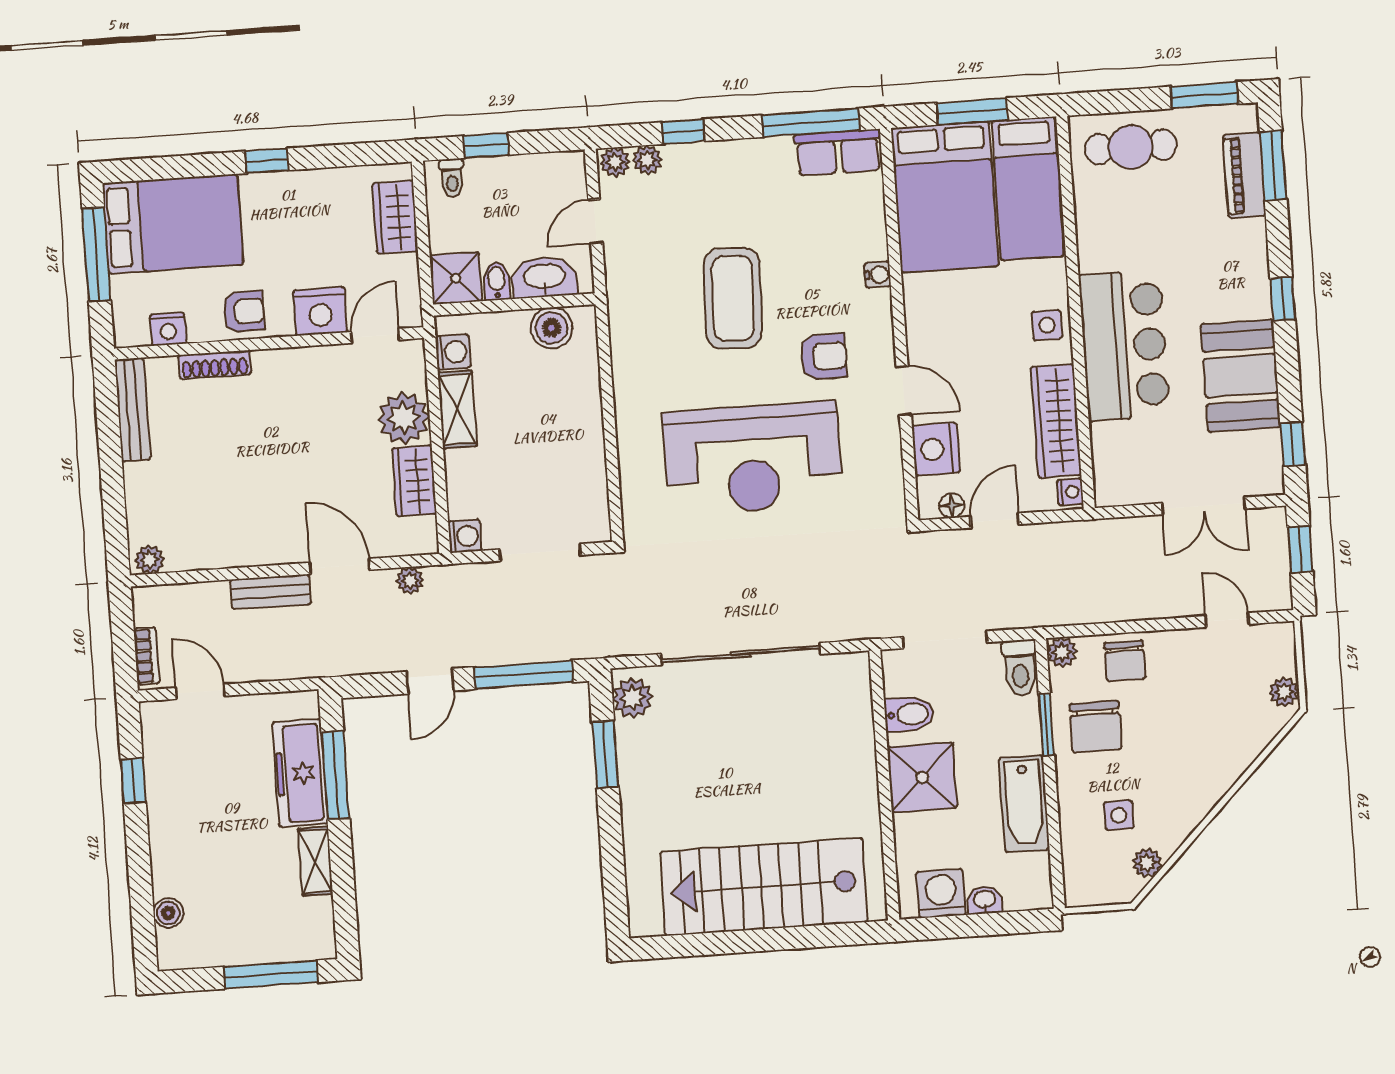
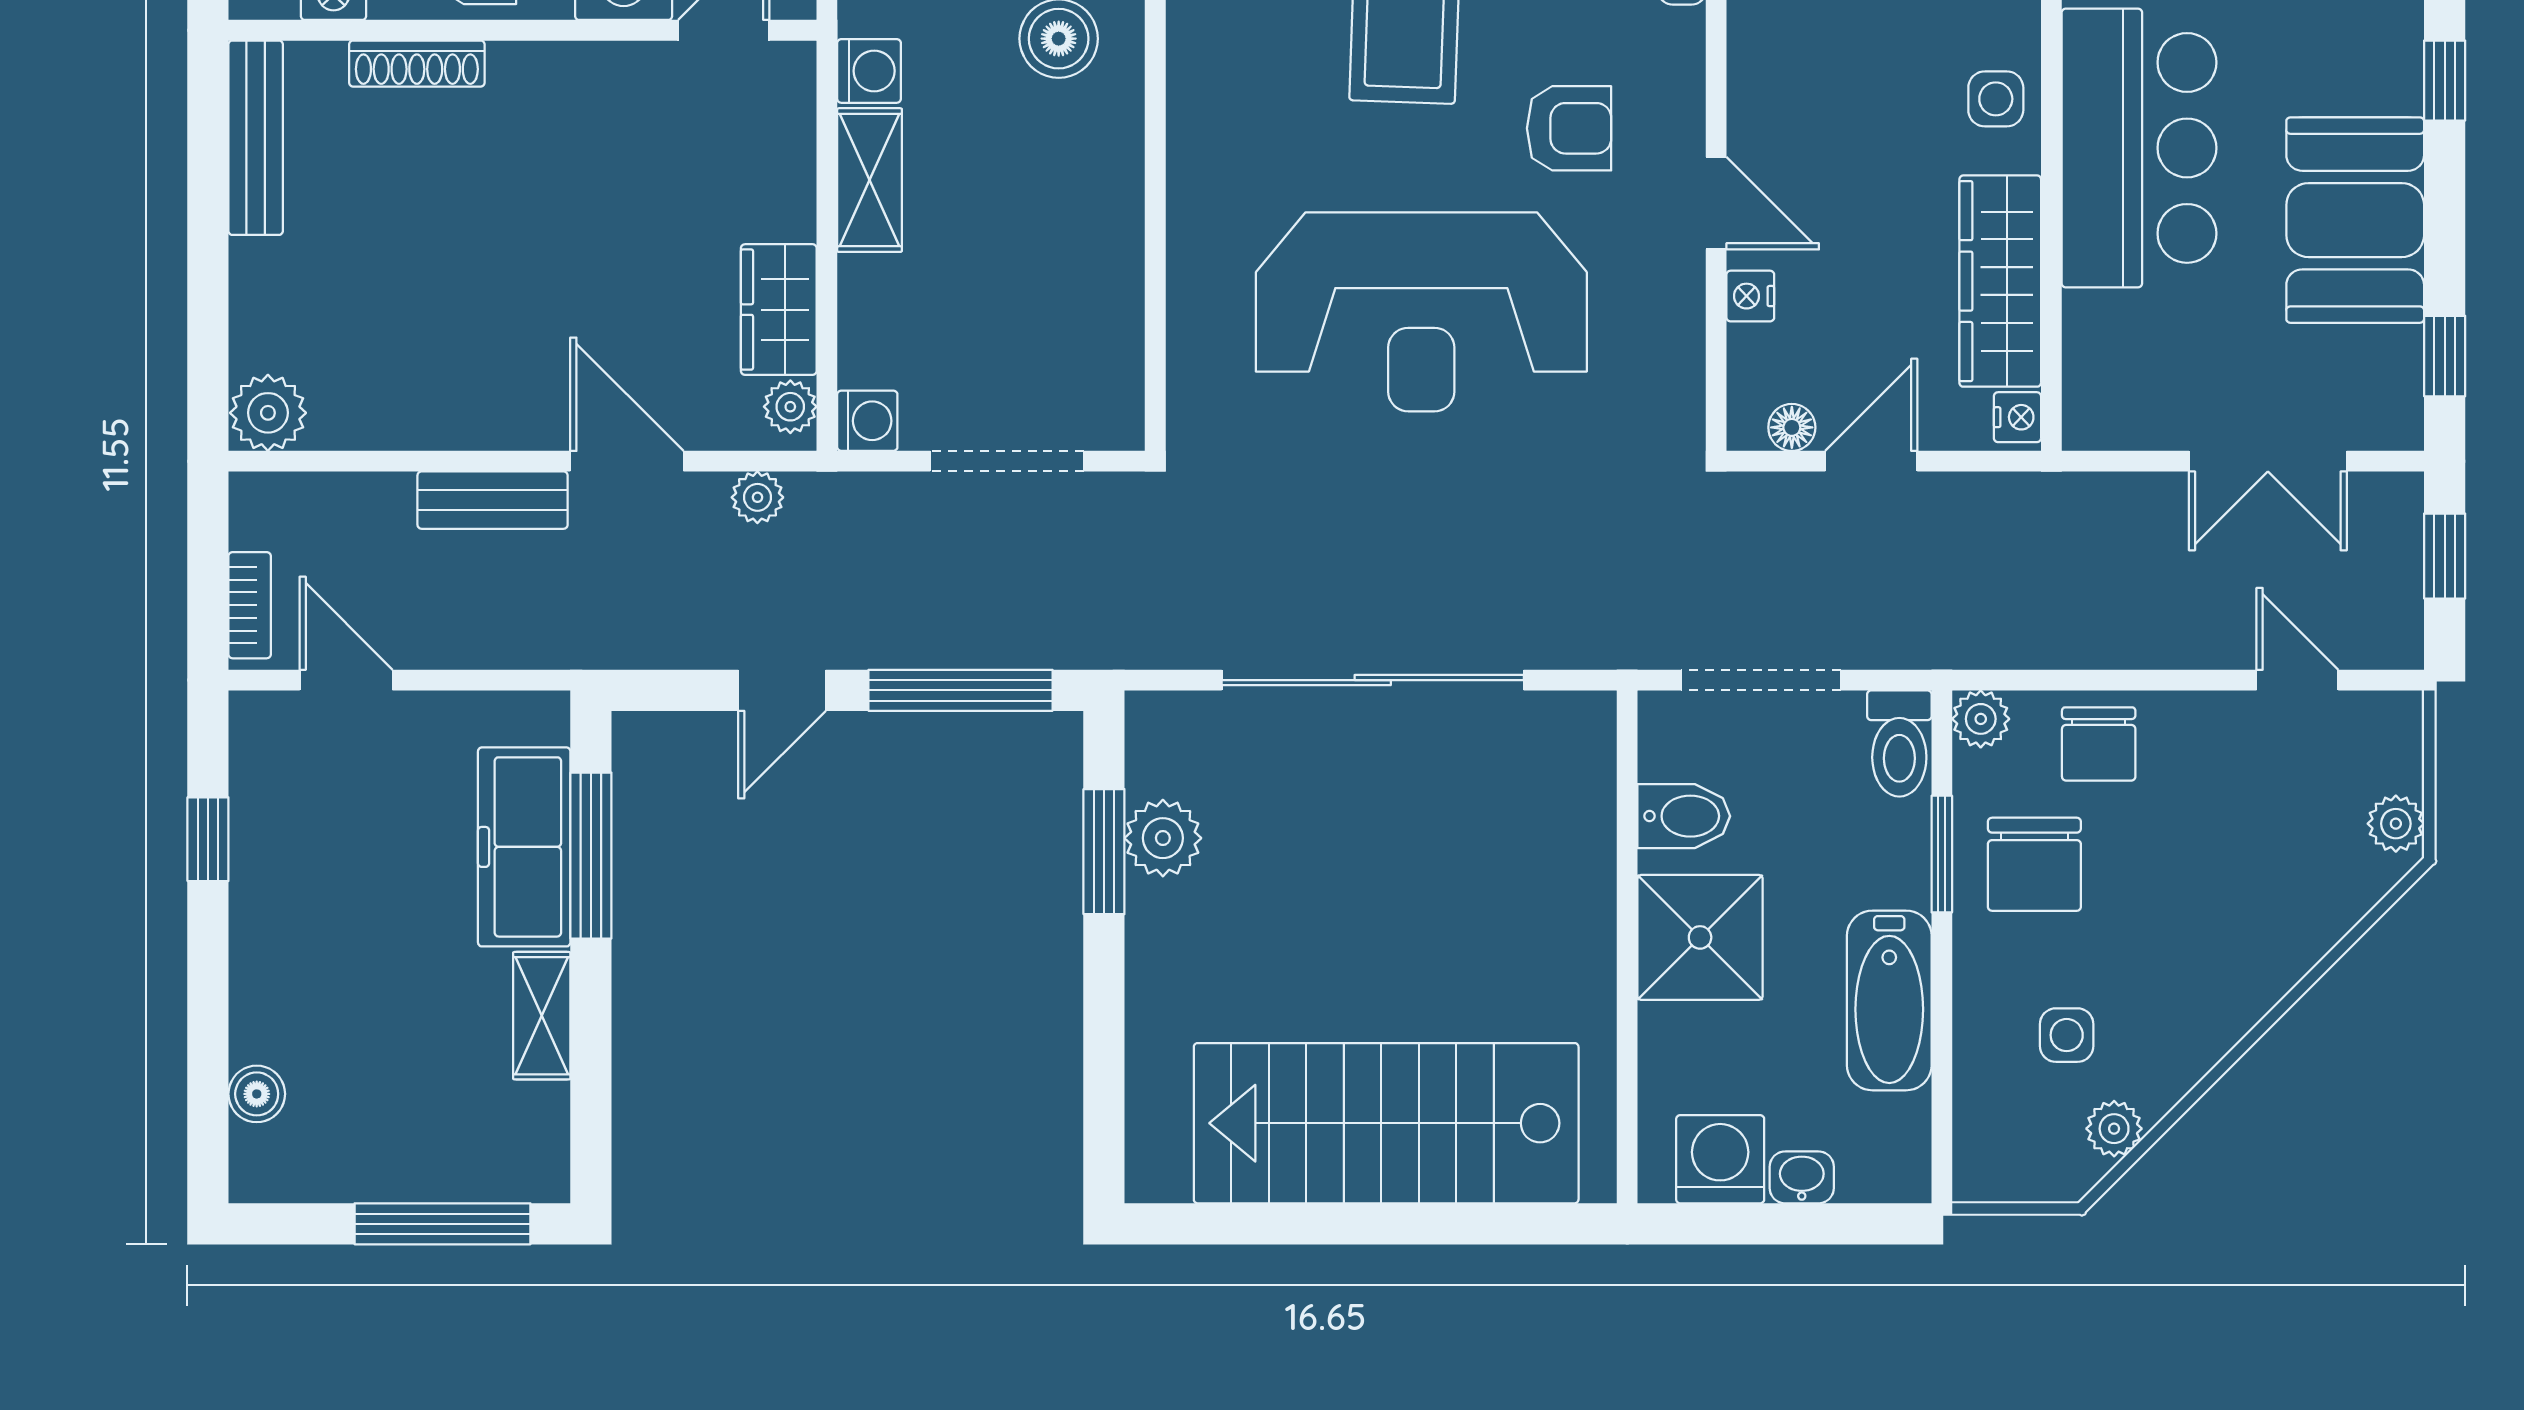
plant: (404, 418) -> (790, 407), moved, width x0.53, depth x0.53
nightstand: (936, 449) -> (1750, 296), width x0.53, depth x0.56
plant: (150, 560) -> (268, 413), width x1.38, depth x1.38
plant: (633, 698) -> (1163, 838), moved

